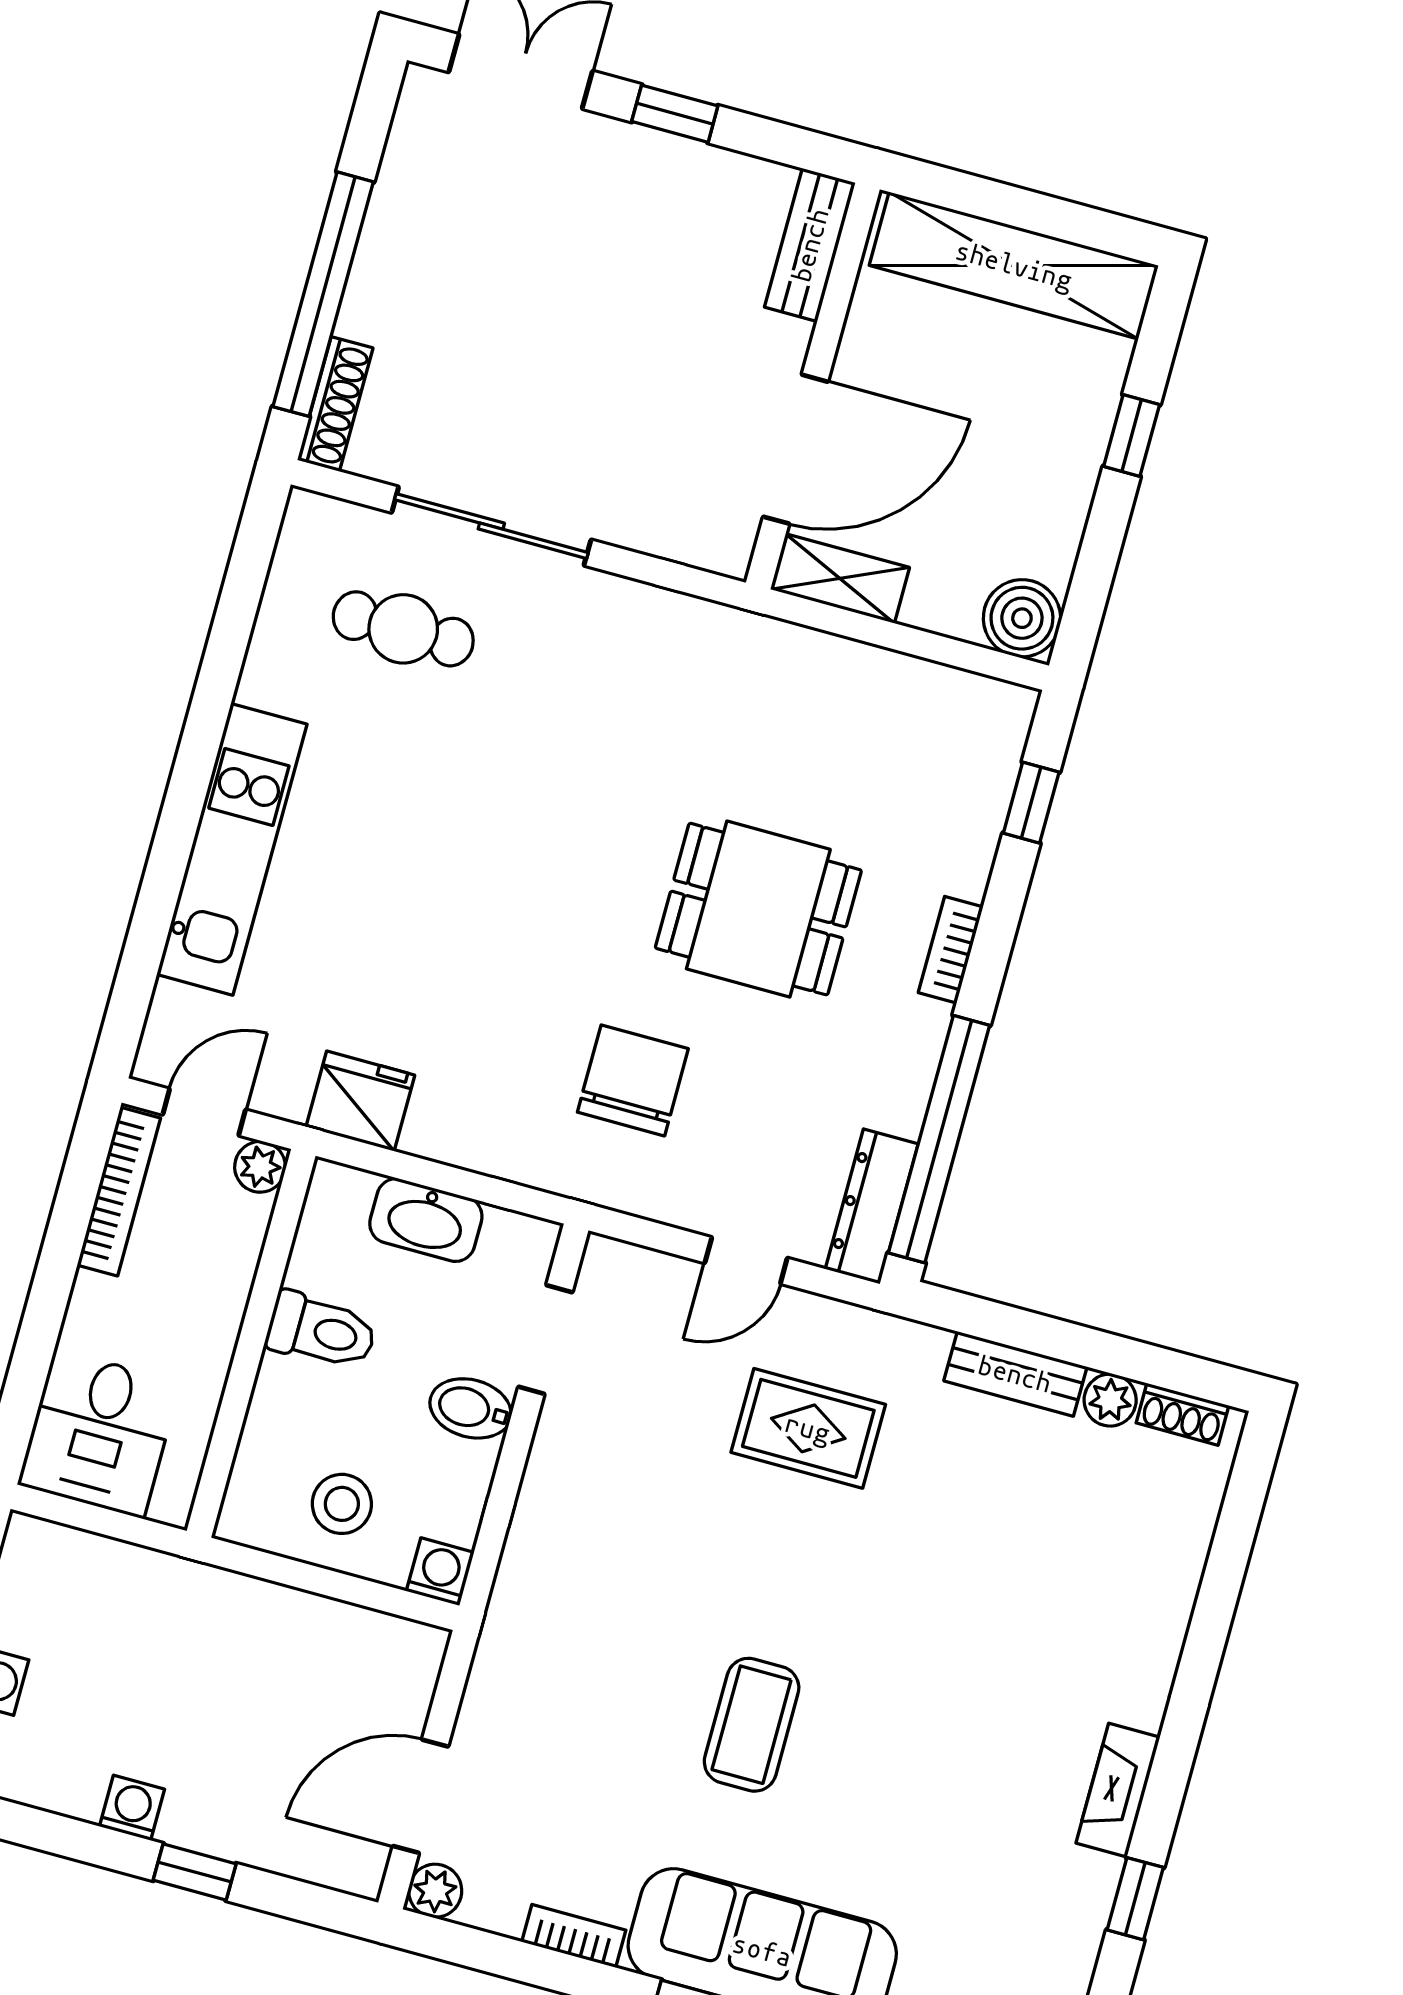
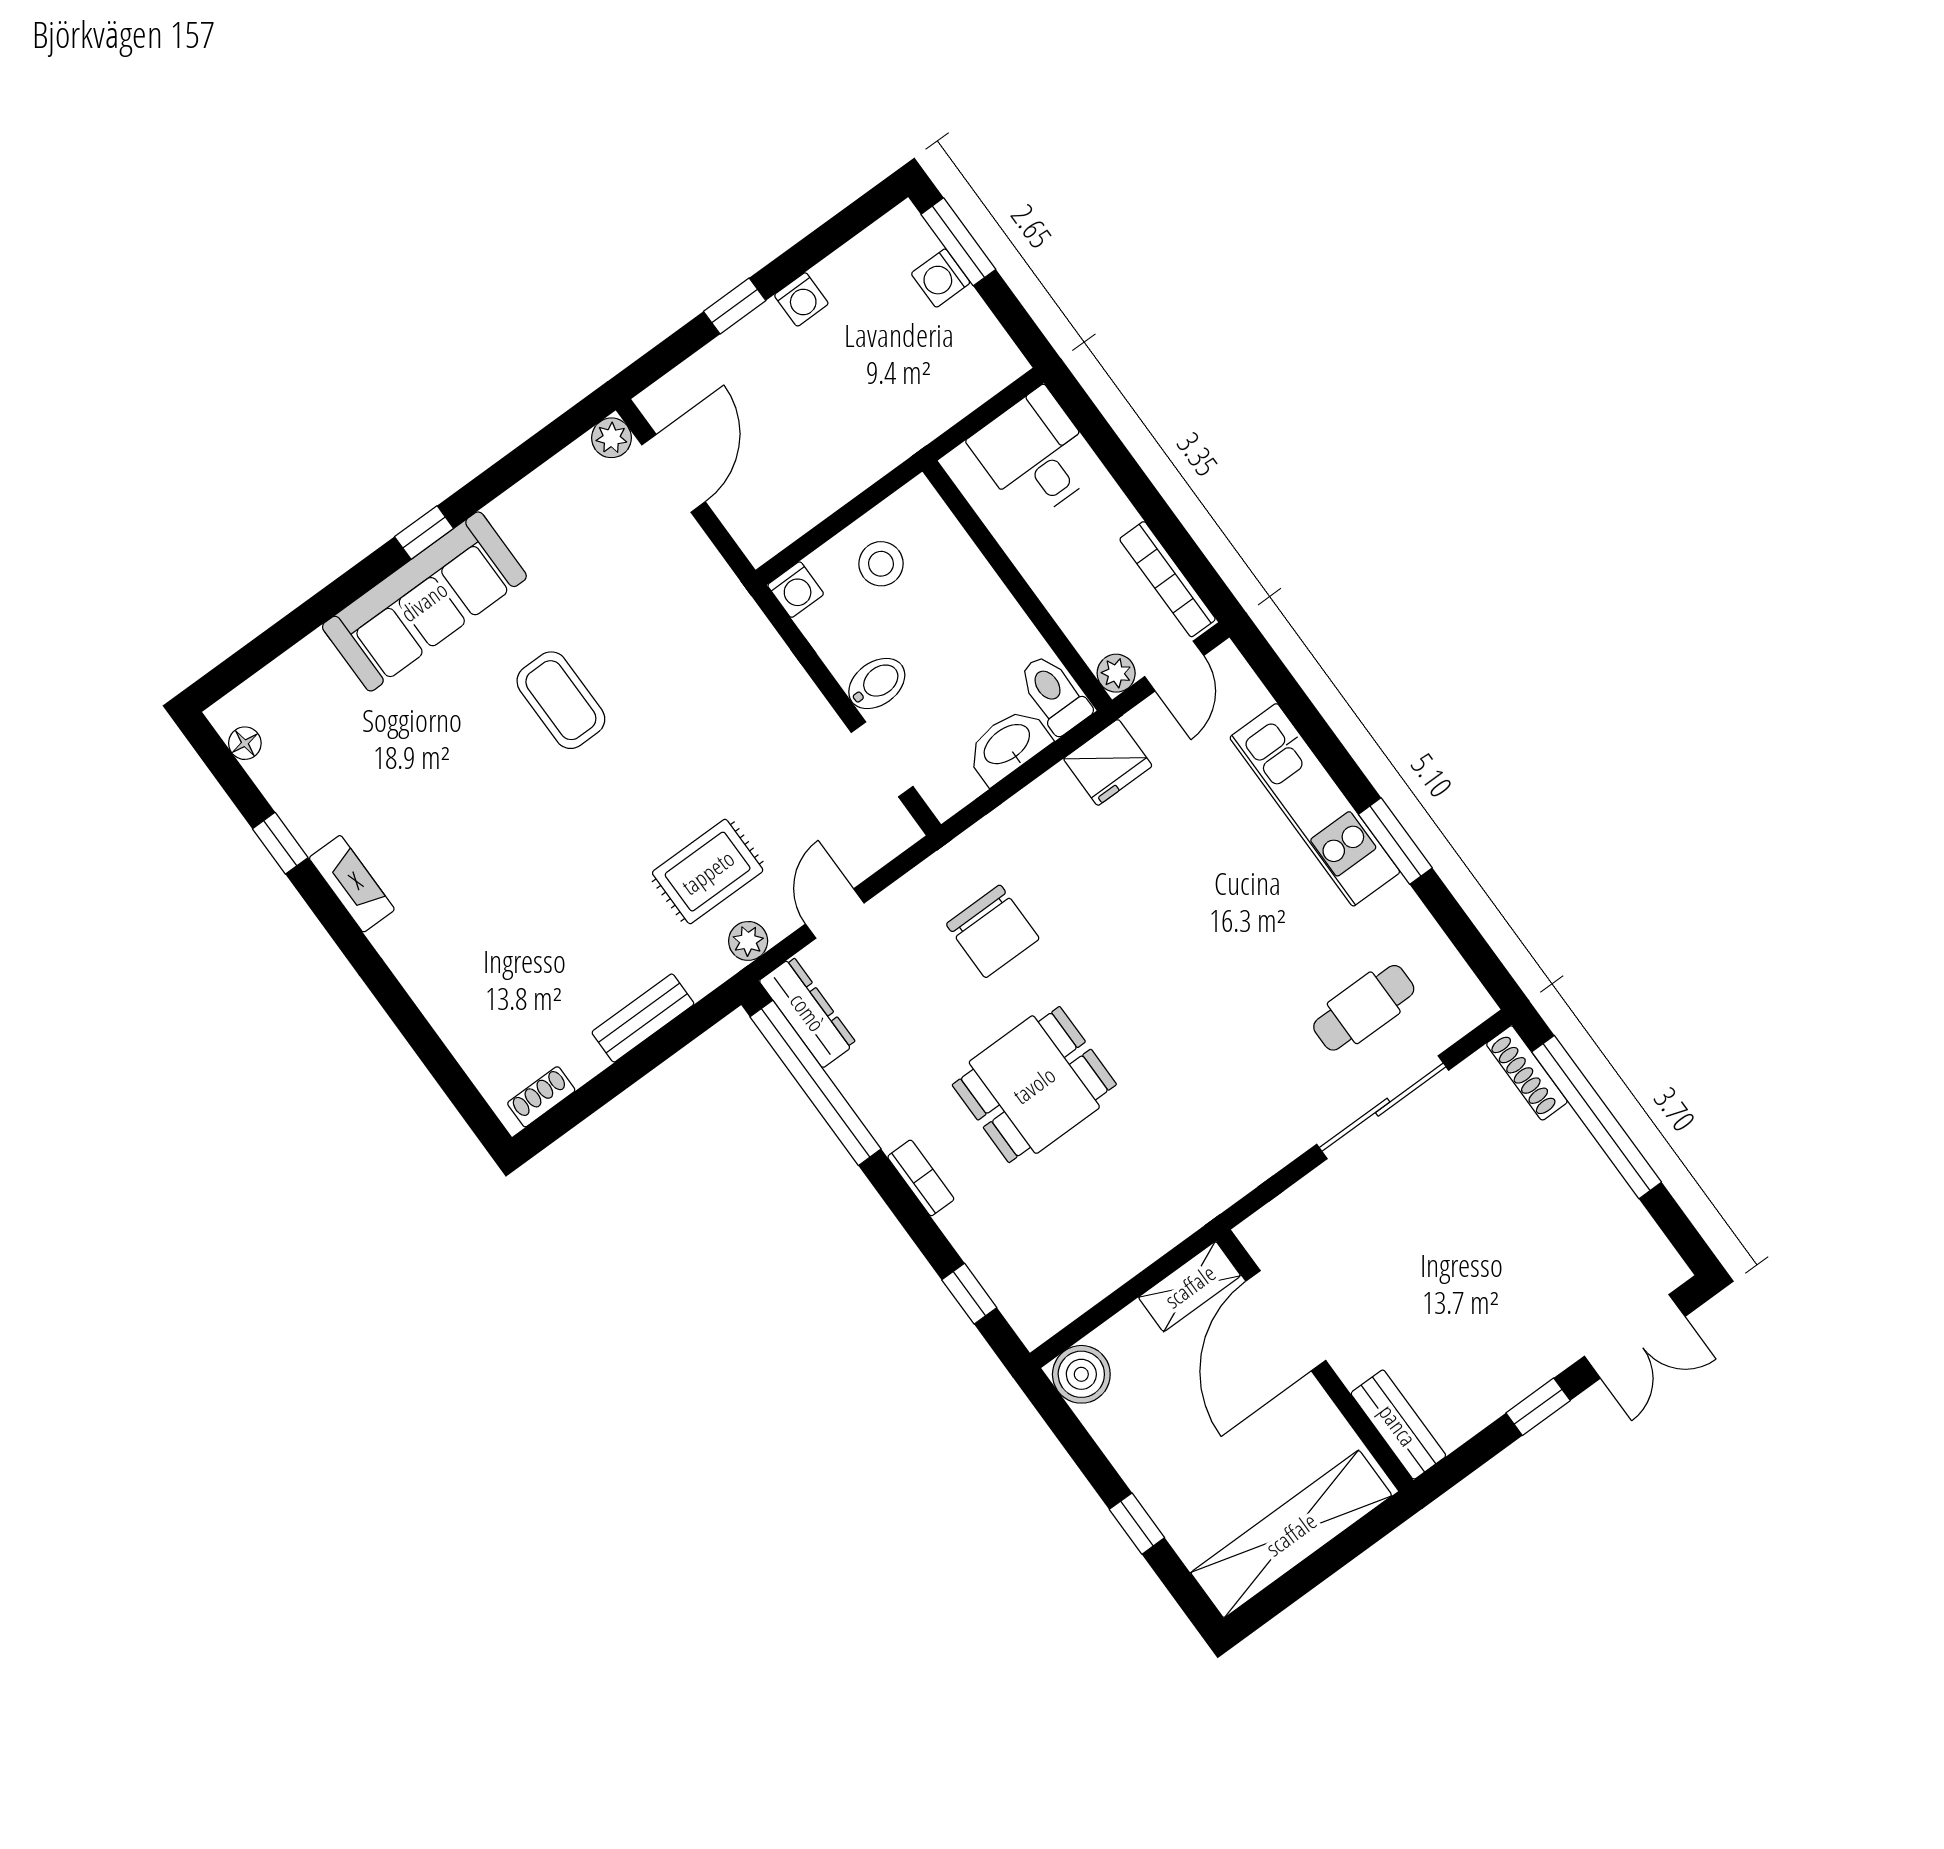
window: (203, 735) -> (1395, 841), added
toilet: (321, 1331) -> (1054, 694), moved, turned 90
plant: (1110, 1400) -> (748, 941), moved
bookcase: (574, 1936) -> (520, 498), removed

